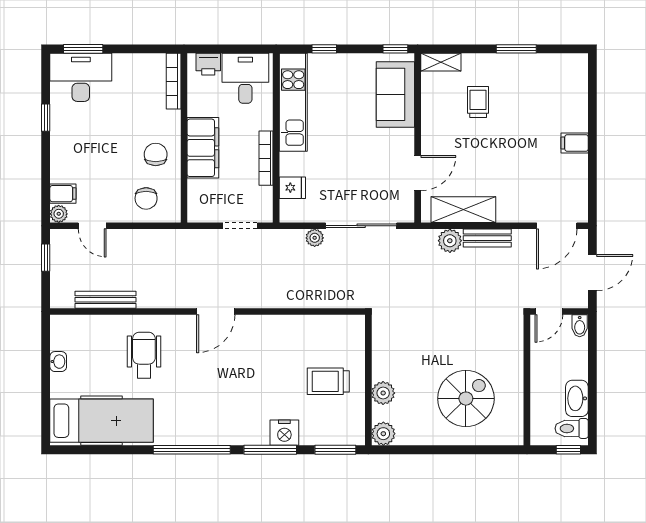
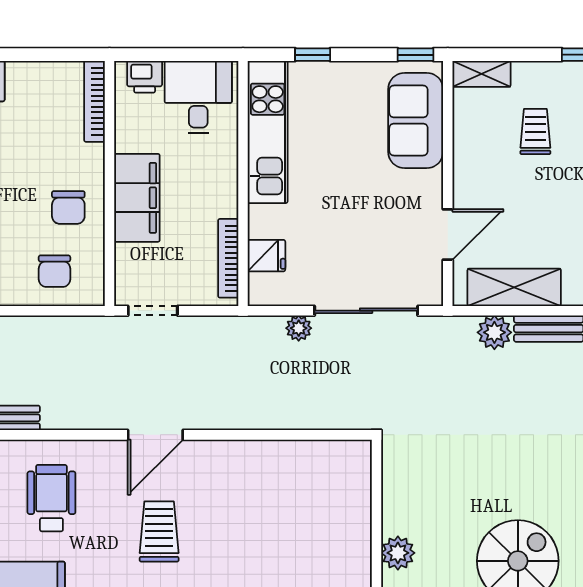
chair: (156, 154) -> (68, 207), turned 180
bookcase: (266, 158) -> (228, 258), moved
doorway: (240, 226) -> (153, 311), moved
trolley: (328, 381) -> (159, 532), moved, turned 90

